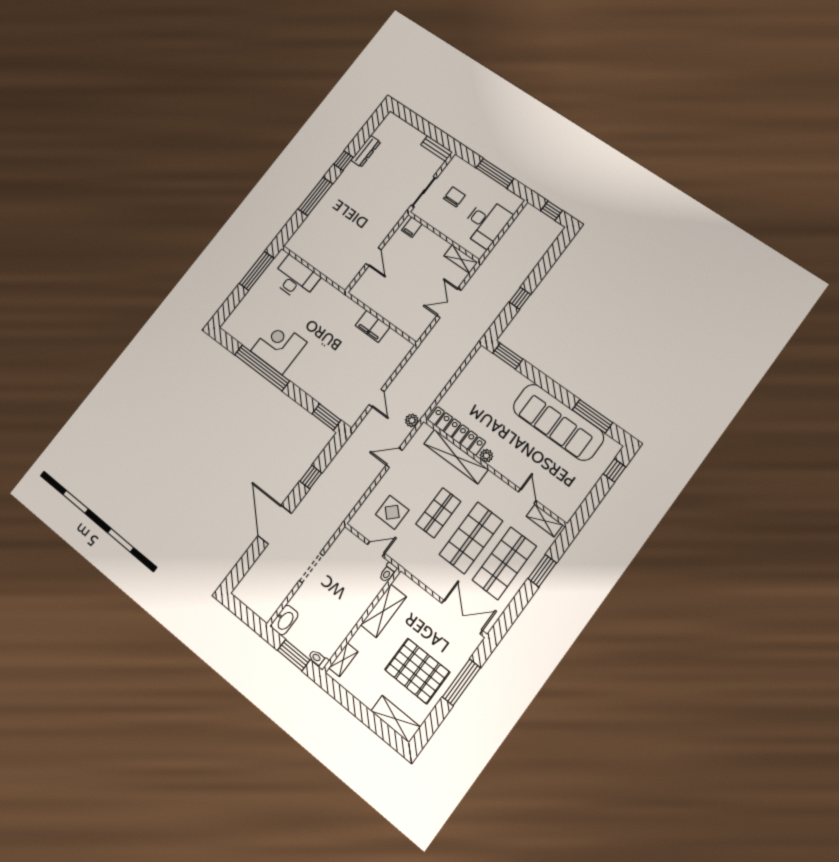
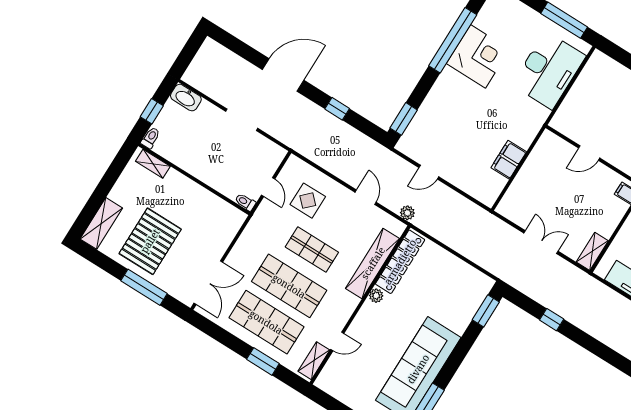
desk: (295, 278) -> (549, 70), width x1.36, depth x1.30
shelving: (383, 611) -> (206, 201), removed
window: (294, 655) -> (152, 111), width x0.67

